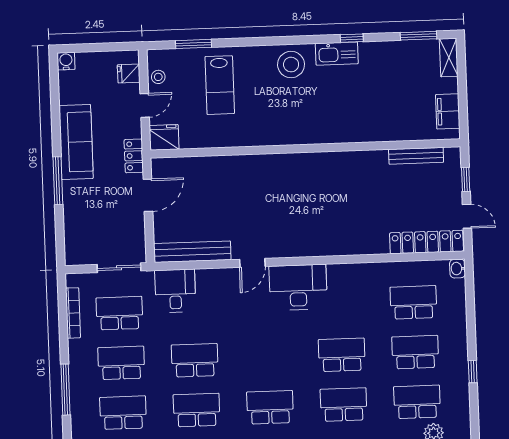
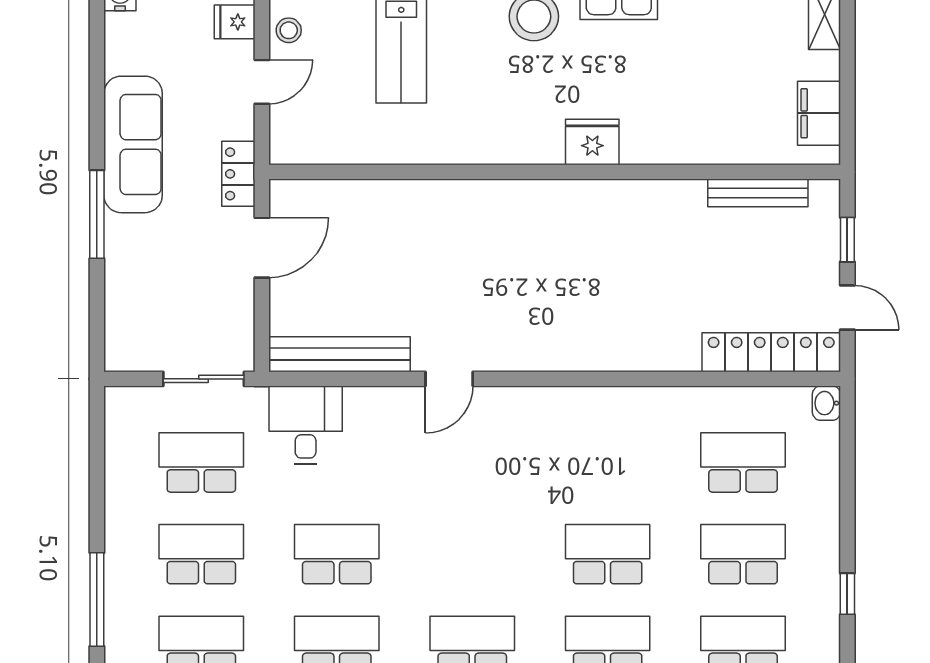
fridge: (164, 137) -> (592, 142), moved
desk: (298, 287) -> (532, 427), removed
bookcase: (73, 313) -> (116, 459), removed

